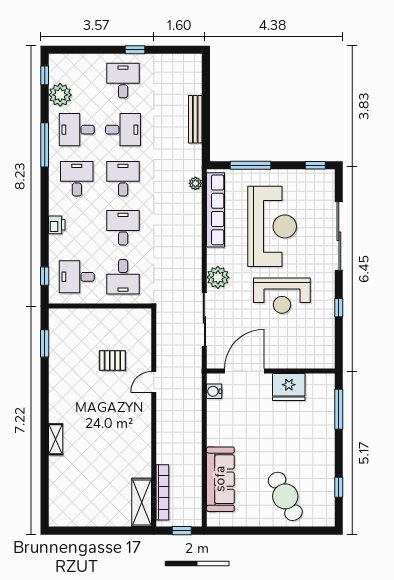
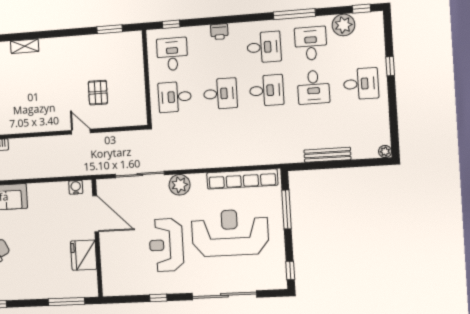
window: (135, 50) -> (390, 66), moved
plant: (195, 183) -> (385, 152), moved
reception desk: (272, 226) -> (230, 233), turned 180

